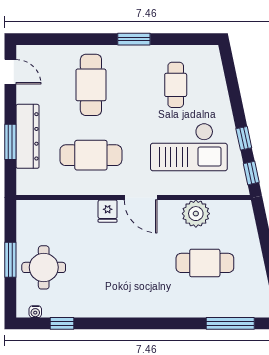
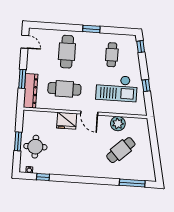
dresser: (28, 136) -> (31, 91), moved
window: (251, 173) -> (141, 47), moved
fridge: (108, 211) -> (67, 121), width x1.88, depth x1.34
cafe table: (205, 263) -> (121, 150), turned -43

